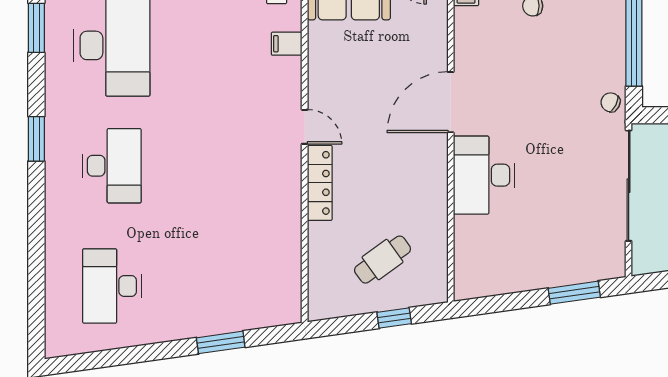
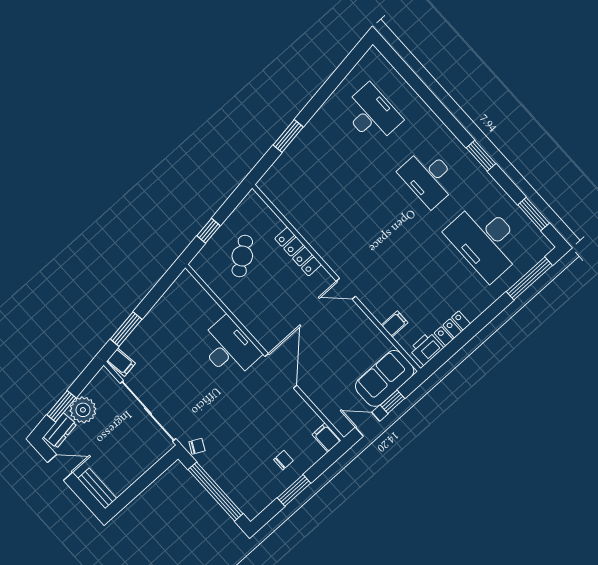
locker: (320, 183) -> (298, 252), moved
filing cabinet: (611, 263) -> (121, 362), added

